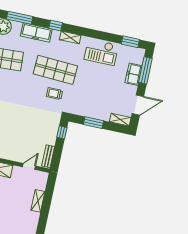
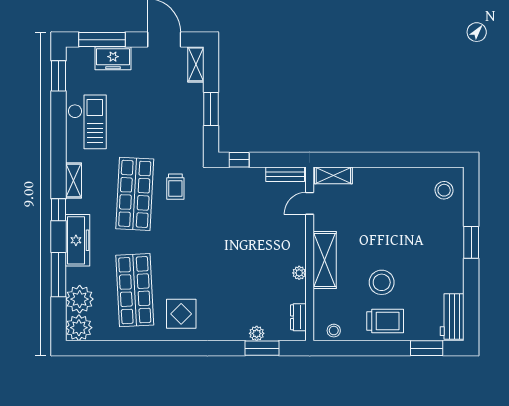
door: (29, 166) -> (310, 203), hinge flipped
shelving: (38, 201) -> (333, 175), moved

